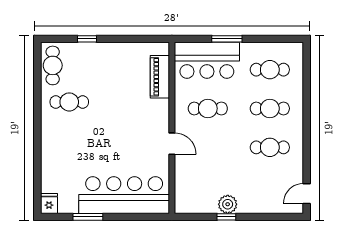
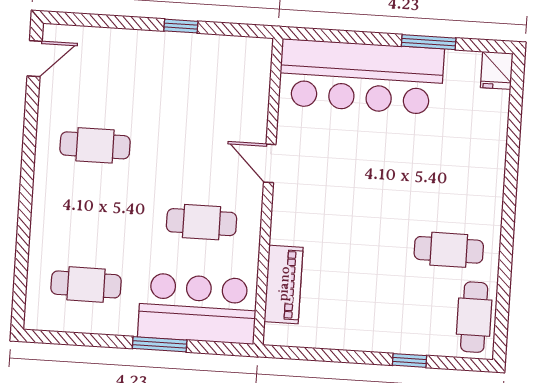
cafe table: (270, 108) -> (91, 215), removed
plant: (228, 204) -> (177, 49), removed

